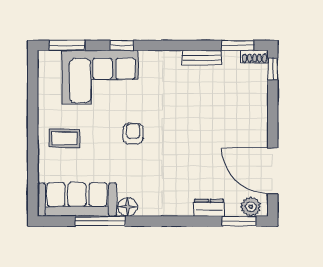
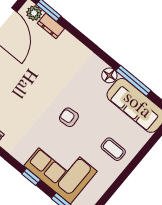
armchair: (133, 134) -> (69, 117), turned 85
dresser: (209, 208) -> (51, 26), moved

